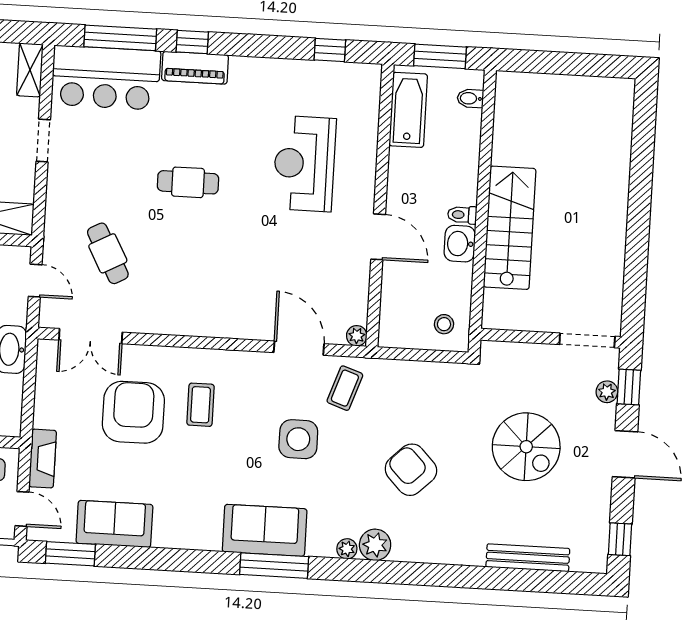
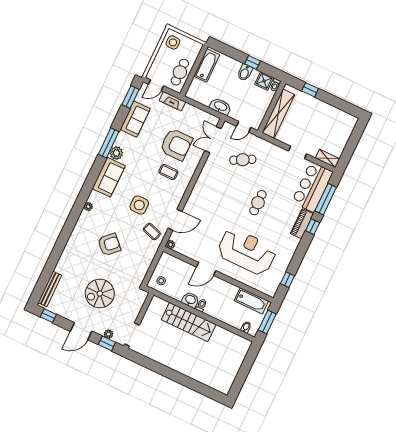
reception desk: (304, 164) -> (247, 251), width x1.36, depth x1.30
plant: (375, 545) -> (116, 153), moved
bench: (528, 558) -> (50, 289), moved
window: (274, 566) -> (109, 143), moved

